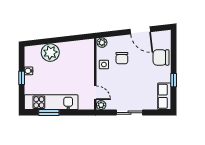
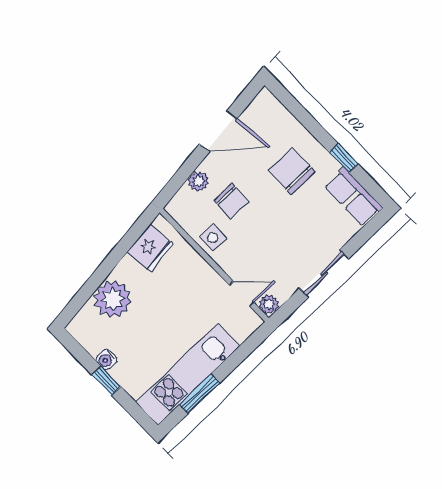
plant: (102, 43) -> (198, 181), moved
fridge: (79, 48) -> (150, 248), added
chair: (161, 57) -> (292, 171), moved, turned 90

